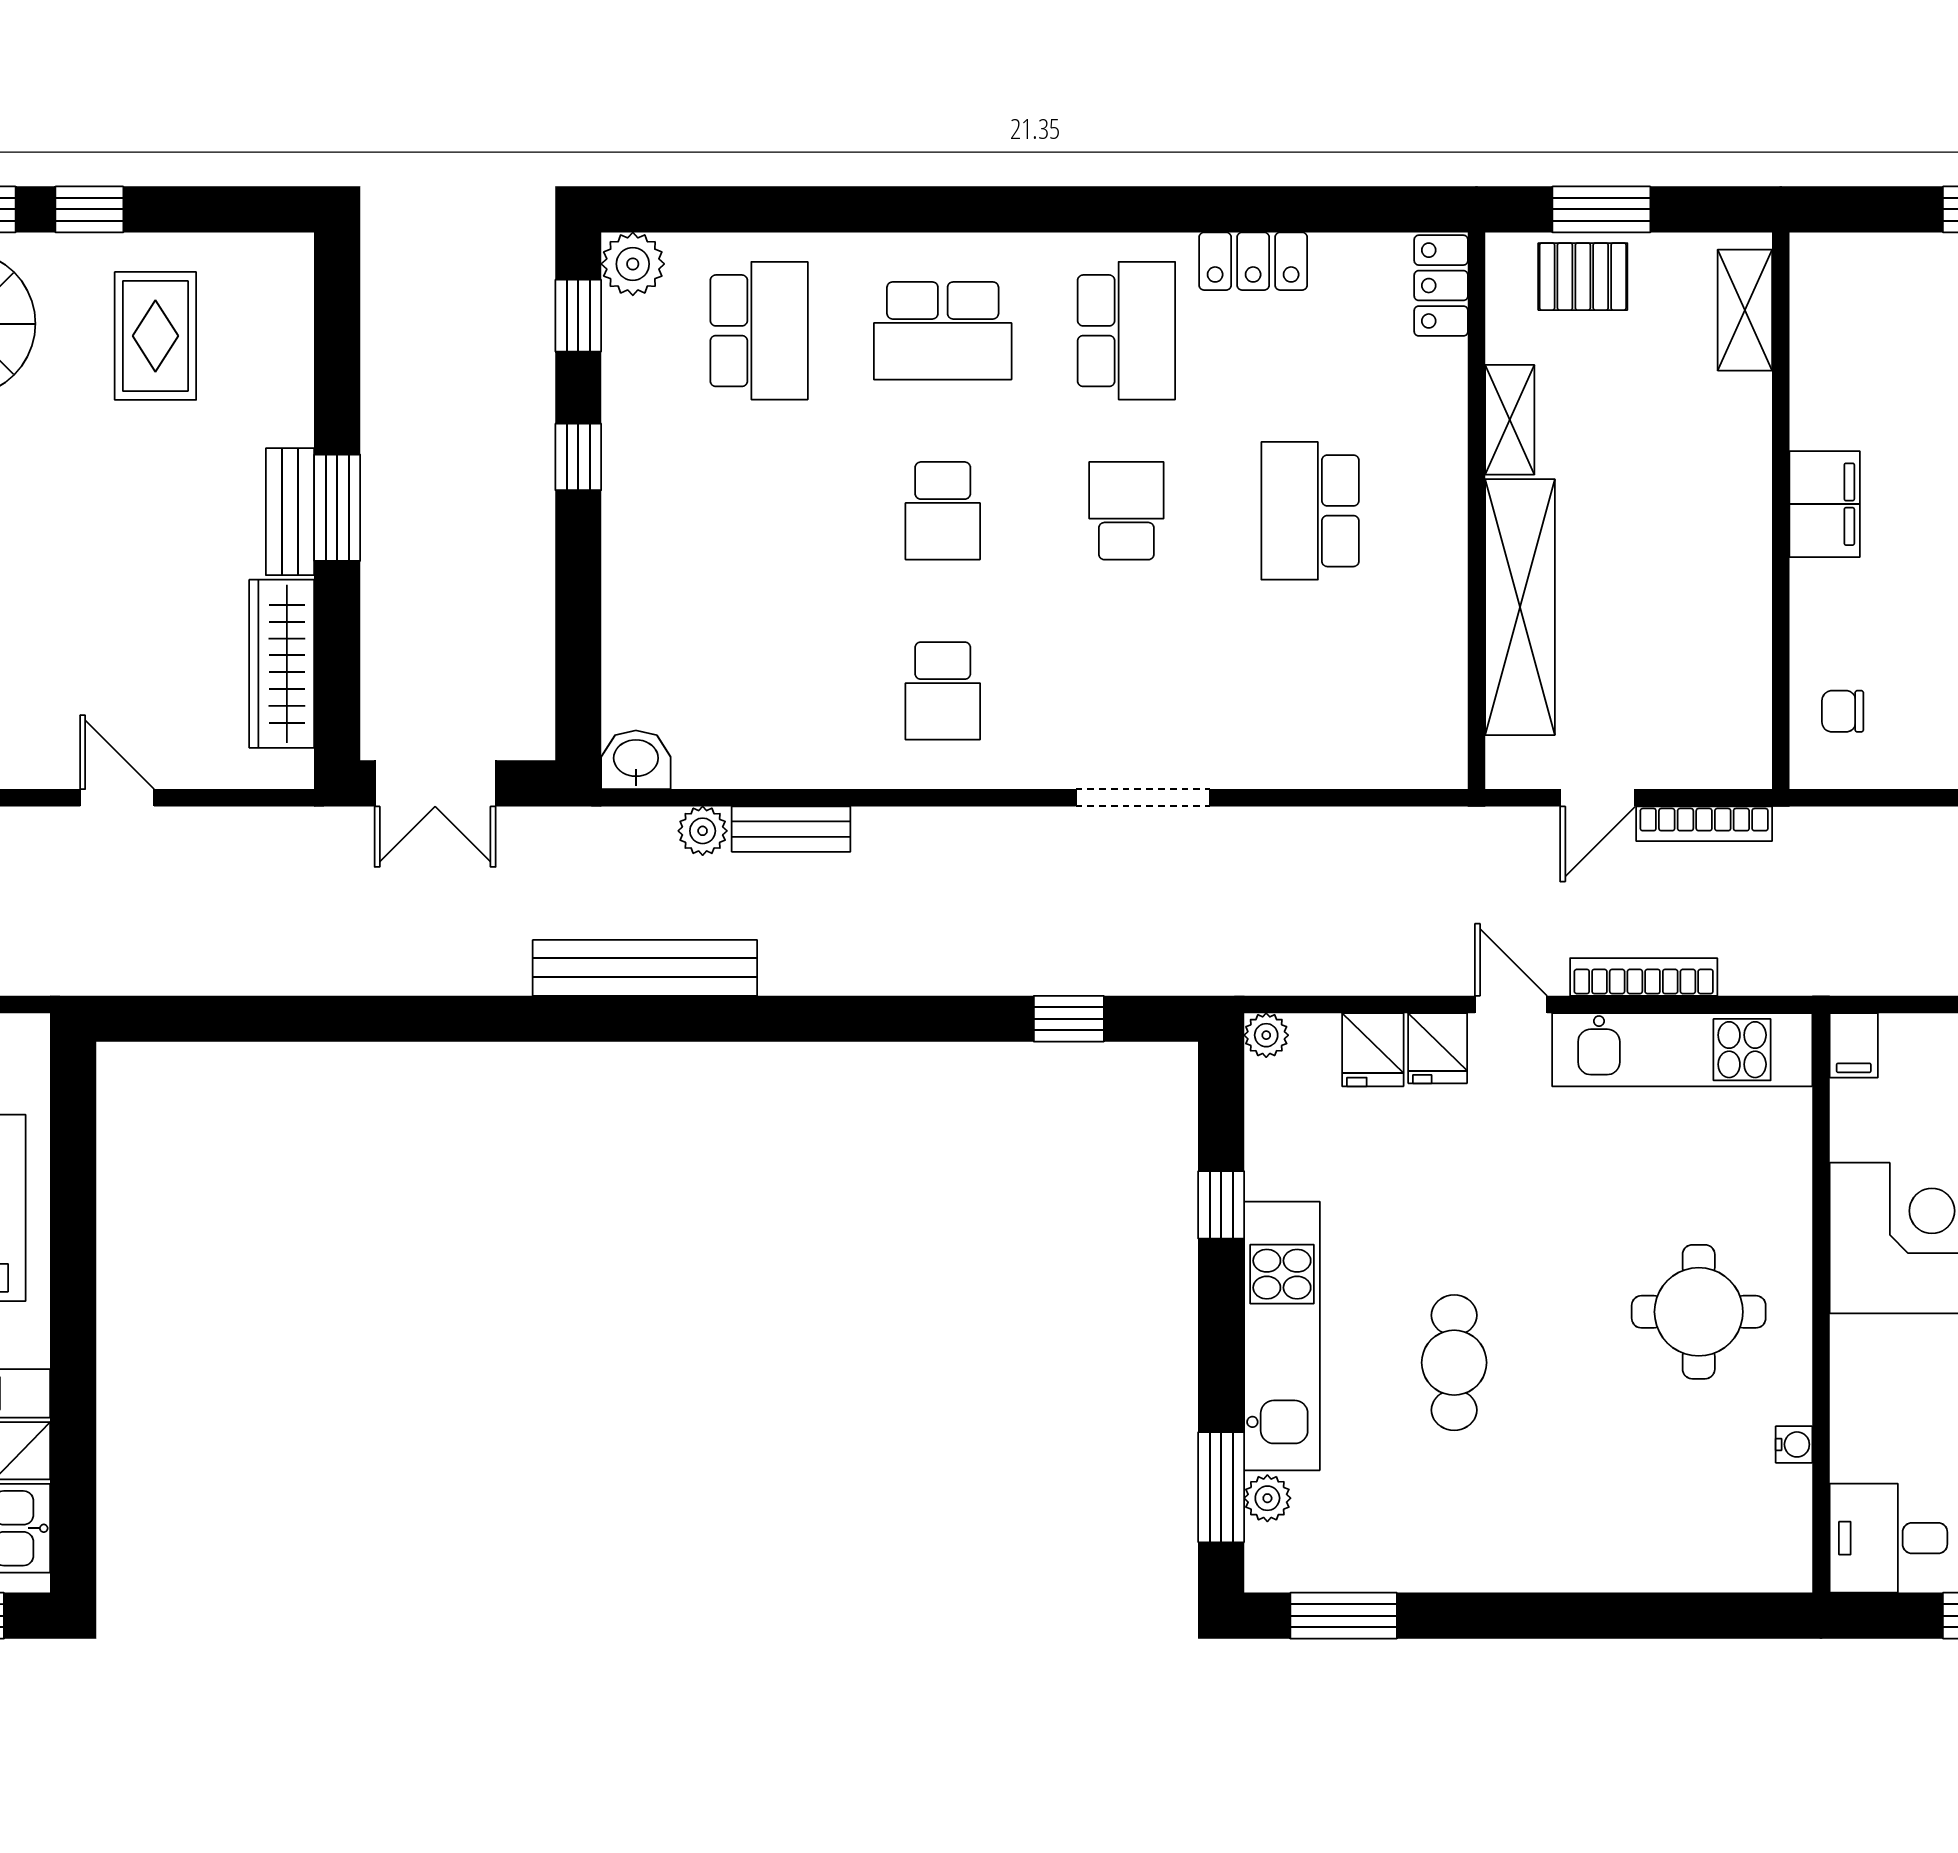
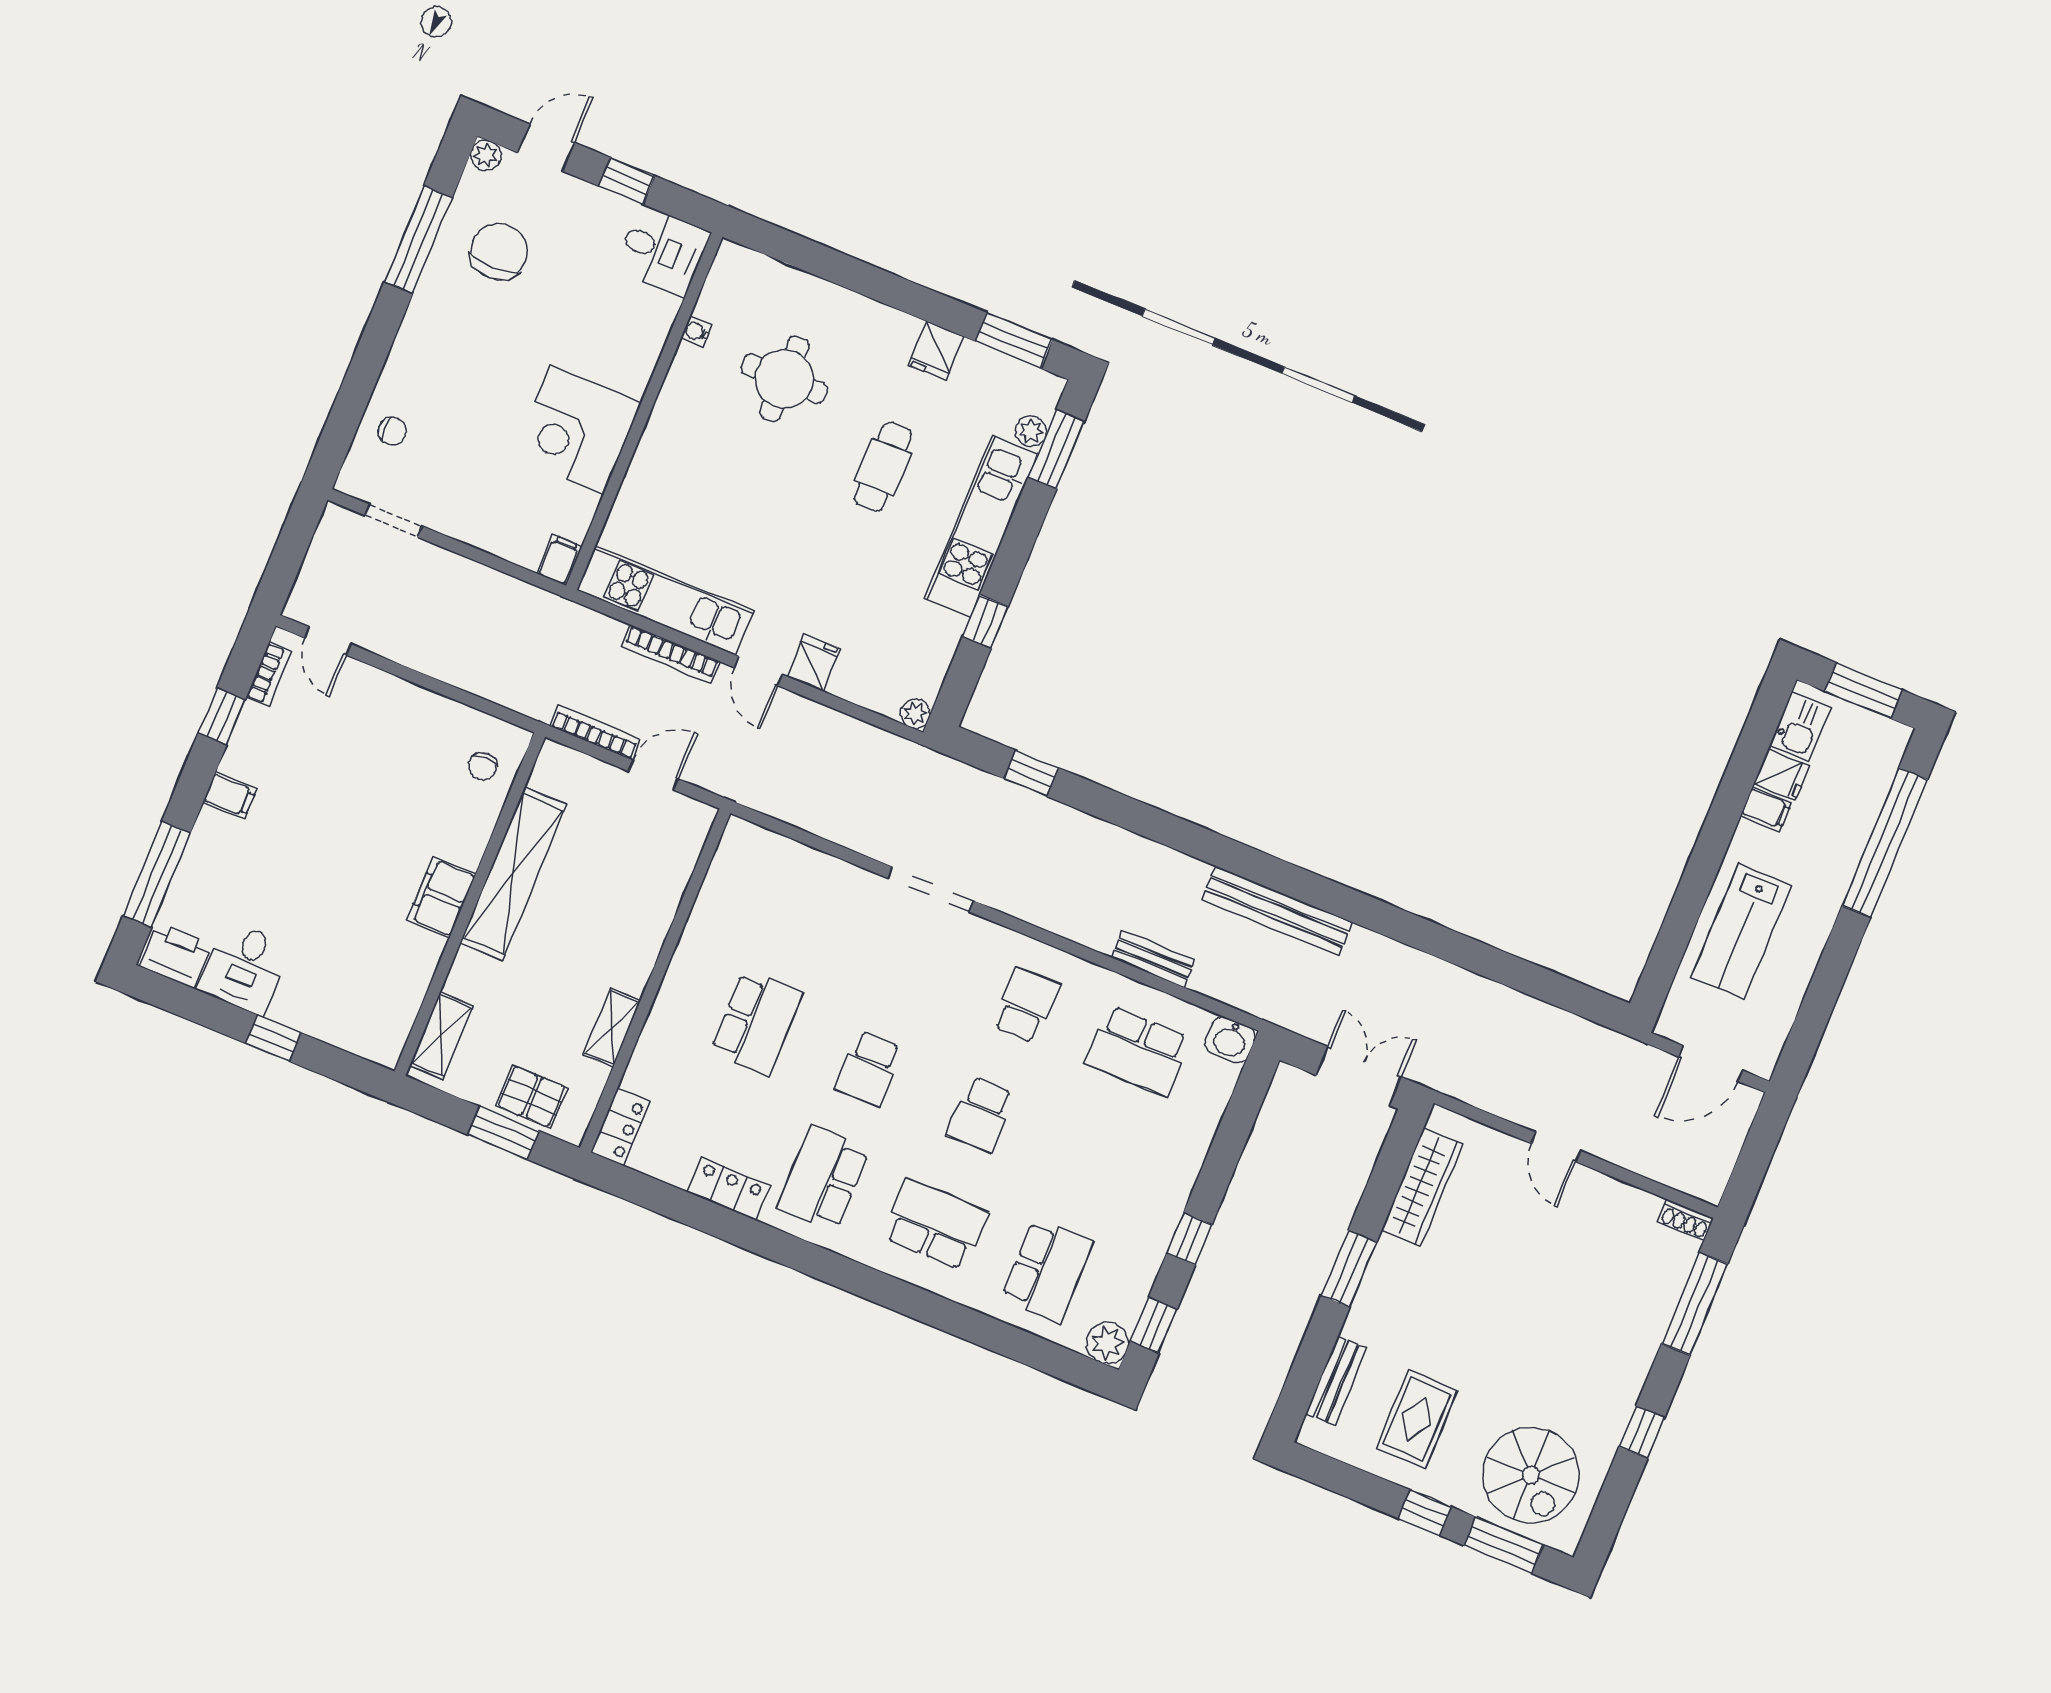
school desk: (759, 331) -> (1047, 1271), turned 180
school desk: (943, 511) -> (981, 1115), turned 180
bench: (290, 512) -> (1336, 1381), moved
shelving: (1520, 607) -> (513, 874), moved
school desk: (759, 691) -> (1138, 1051), added
chair: (1843, 711) -> (482, 766), turned 90
plant: (703, 831) -> (1207, 980), removed
fridge: (1373, 1050) -> (936, 351), moved, turned 180
round table: (1699, 1312) -> (784, 379), moved

